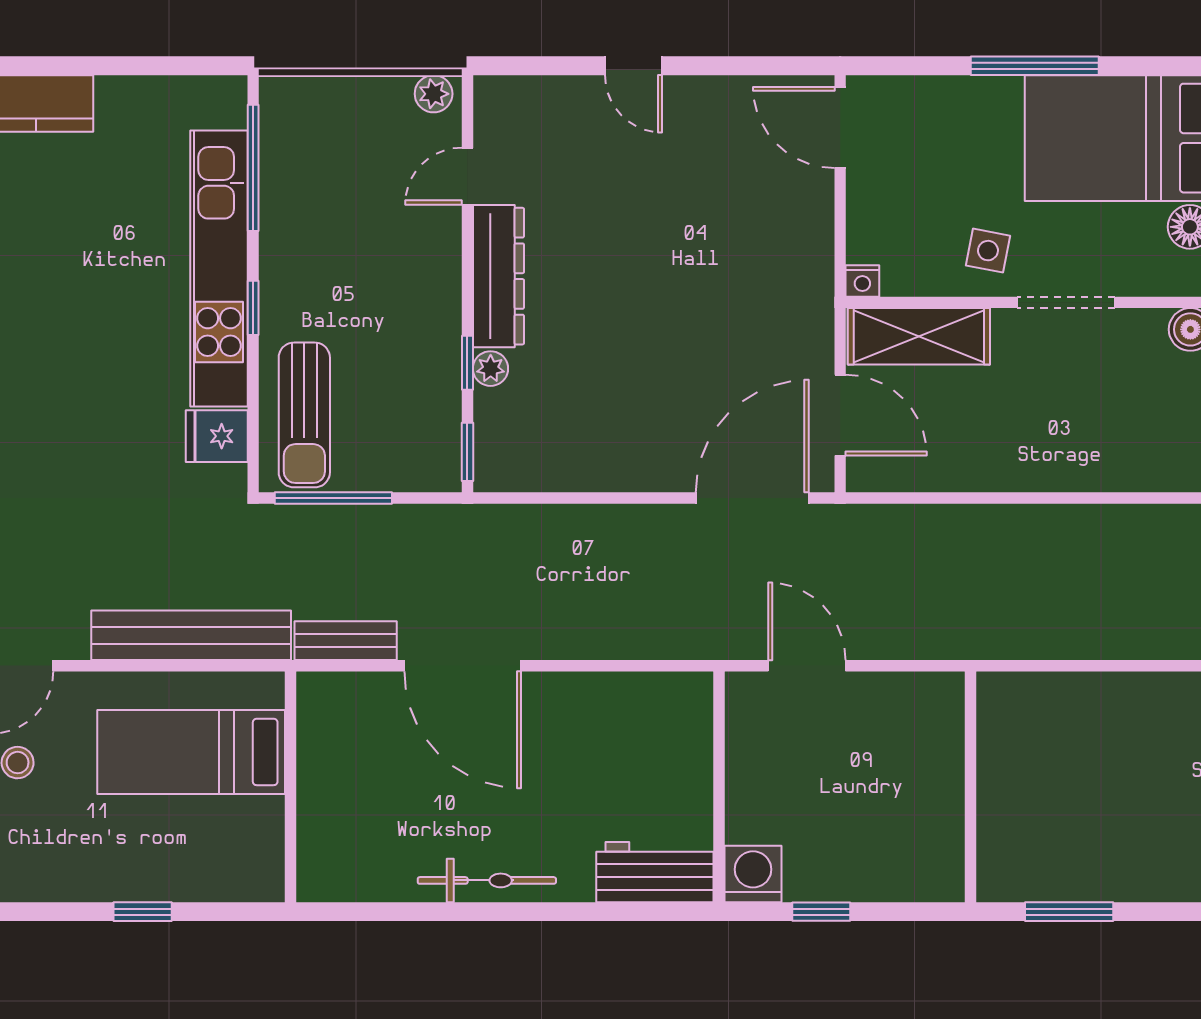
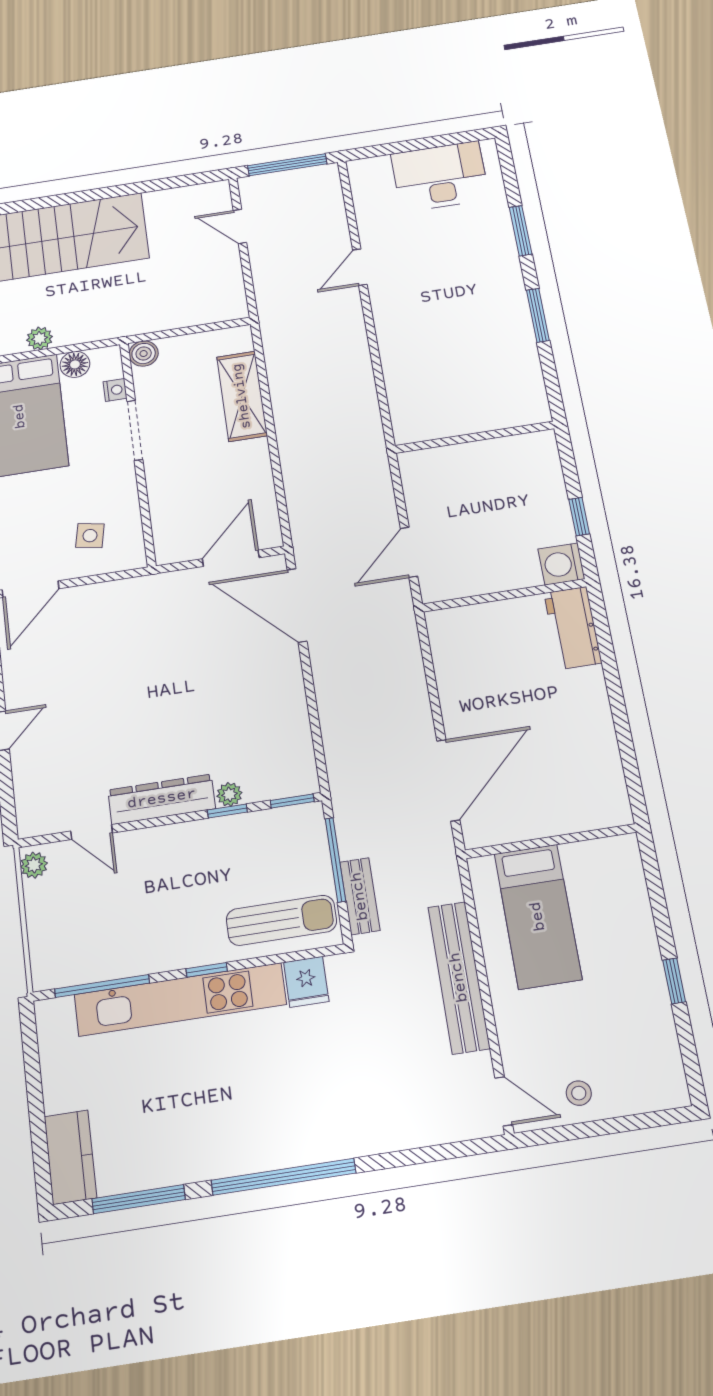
side table: (988, 251) -> (90, 536), moved
nightstand: (862, 281) -> (115, 390), moved
shelving: (919, 336) -> (242, 396), moved
window: (333, 498) -> (335, 860), moved
bench: (346, 641) -> (360, 896), moved
bed: (191, 752) -> (538, 916), moved
wall: (290, 787) -> (551, 841), moved
bicycle: (487, 880) -> (601, 739), removed
window: (1069, 912) -> (538, 315), moved

